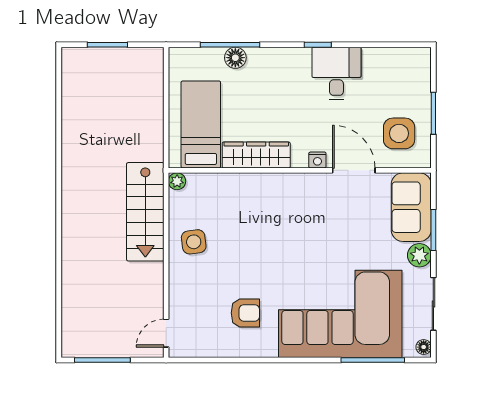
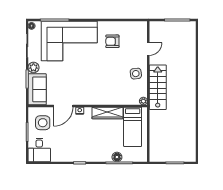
desk: (336, 73) -> (39, 150), moved
door: (354, 170) -> (63, 106), hinge flipped
door: (166, 333) -> (148, 49), moved

